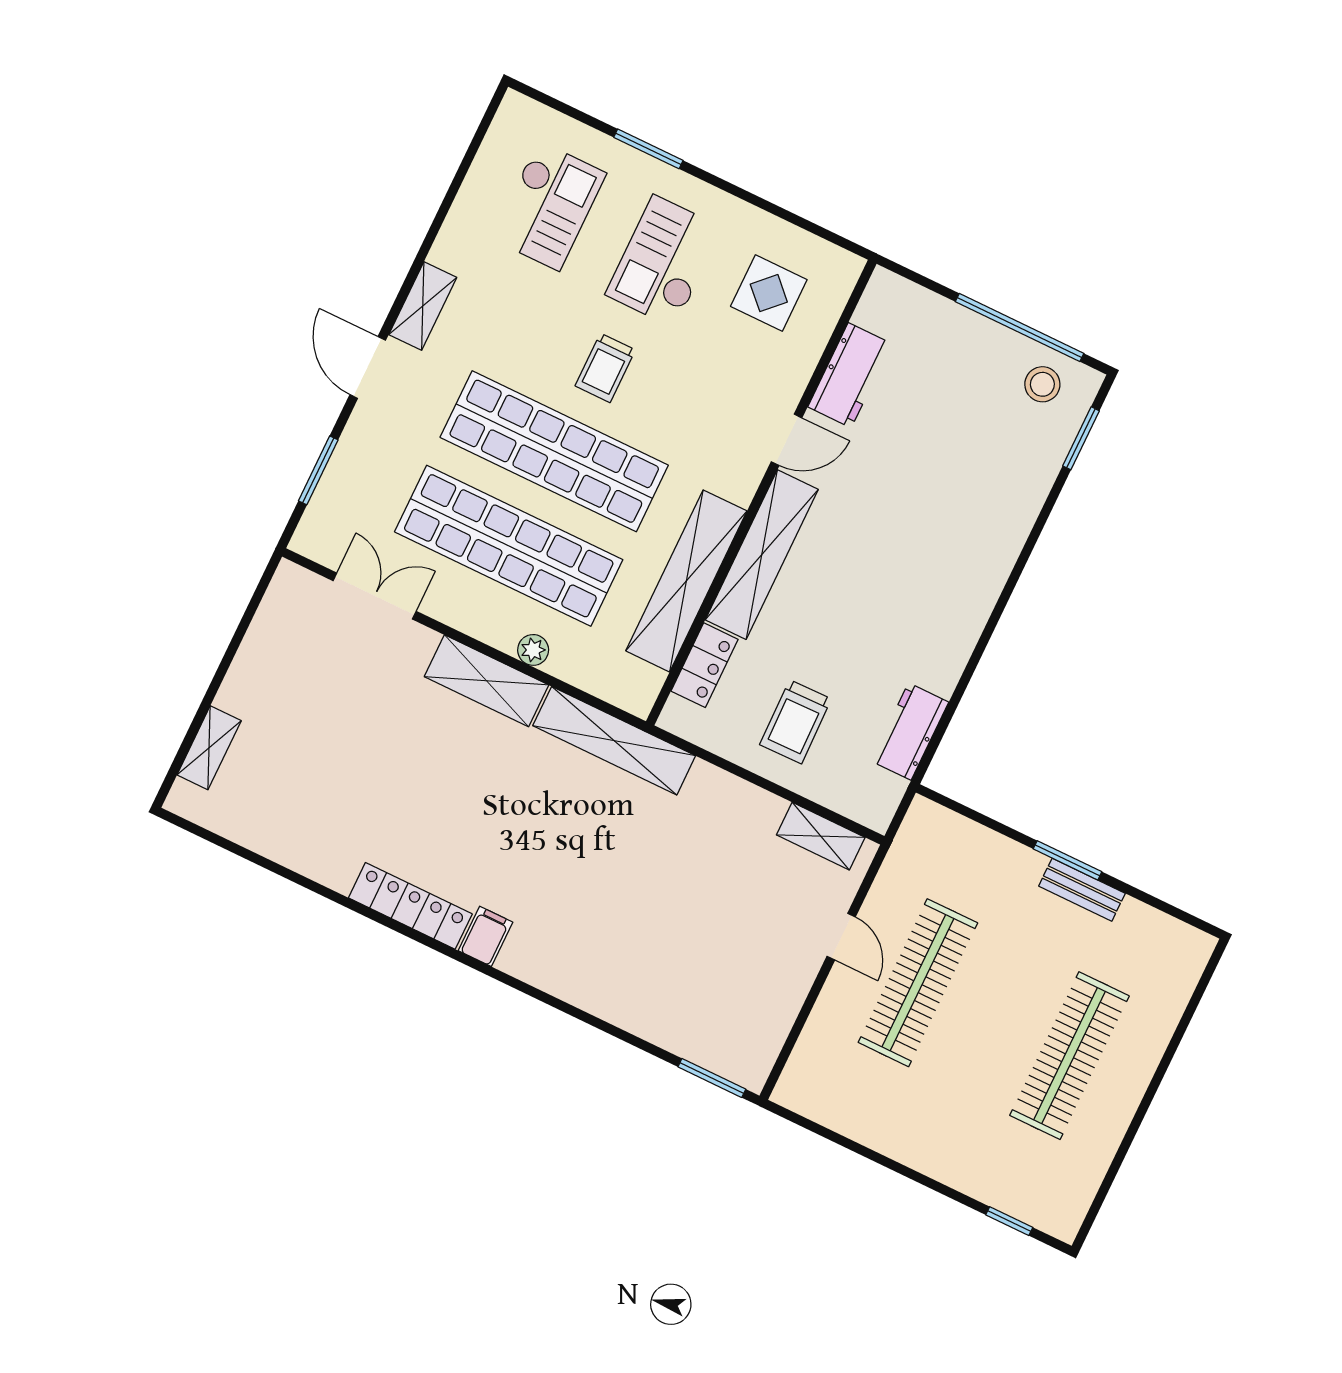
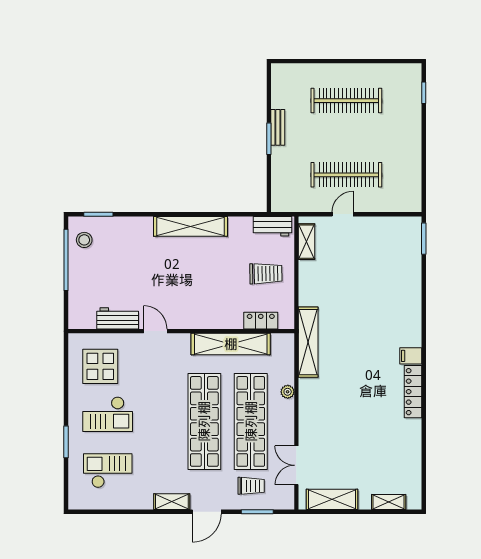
display table: (769, 293) -> (100, 366), width x1.36, depth x1.36
trolley: (605, 368) -> (251, 486), moved
shelving: (762, 555) -> (190, 226), moved
shelving: (486, 681) -> (332, 499), moved, turned 90
workbench: (910, 731) -> (273, 226), moved

